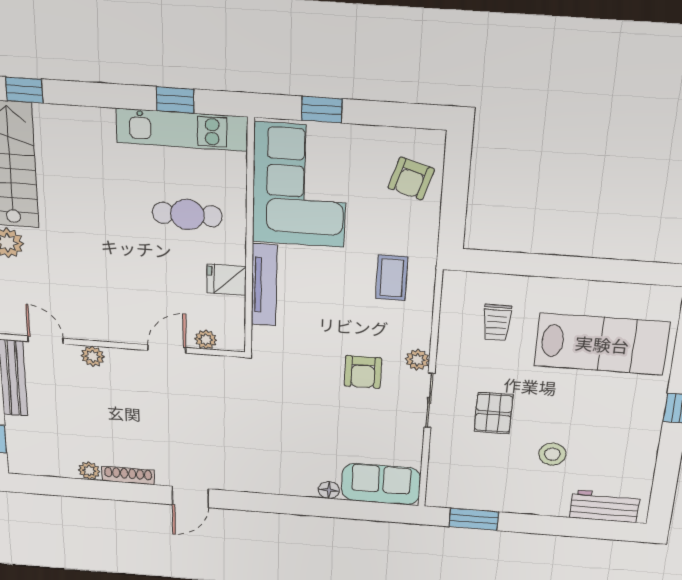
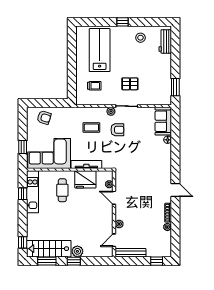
coffee table: (392, 278) -> (91, 127), moved
fridge: (227, 280) -> (85, 179), width x1.88, depth x1.34
stool: (552, 454) -> (140, 38), moved

